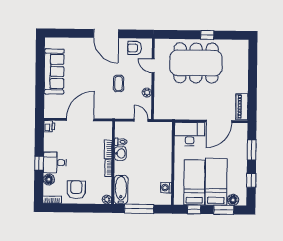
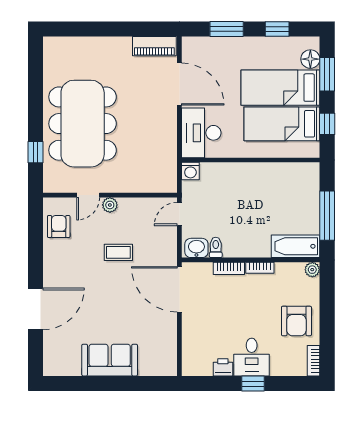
door: (106, 34) -> (35, 309), moved
window: (207, 35) -> (35, 152), moved
armchair: (135, 48) -> (59, 226), turned 180
sofa: (54, 71) -> (110, 360), width x0.73
plant: (147, 92) -> (110, 205), moved
door: (80, 120) -> (179, 289), moved
printer: (49, 126) -> (223, 367), moved
washbasin: (120, 153) -> (196, 248), moved
floor lamp: (49, 179) -> (280, 367), removed
washing machine: (166, 188) -> (190, 171), moved
armchair: (76, 190) -> (296, 321), turned -90

